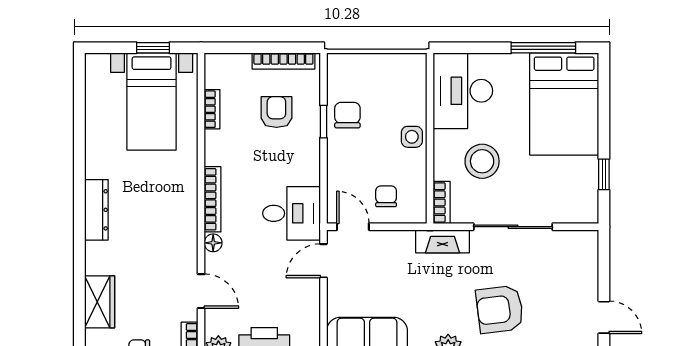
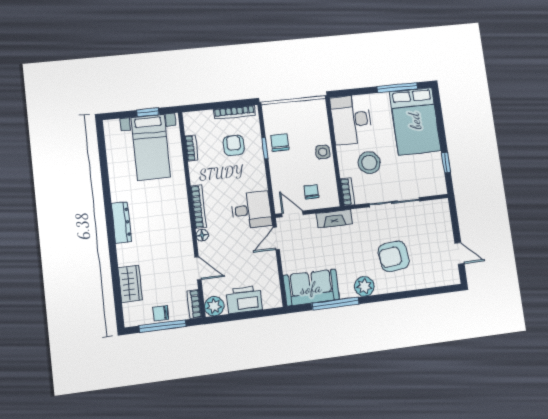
fireplace: (443, 241) -> (334, 219), moved

